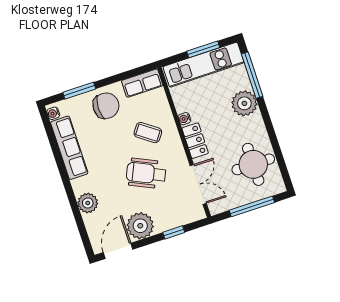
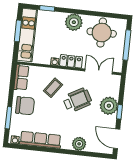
window: (252, 75) -> (47, 8), width x0.46
plant: (244, 103) -> (74, 22), moved
chair: (106, 106) -> (25, 106), turned 90
wheelchair: (146, 173) -> (77, 100), turned -144
plant: (140, 226) -> (109, 106), moved
window: (174, 232) -> (120, 112), moved

